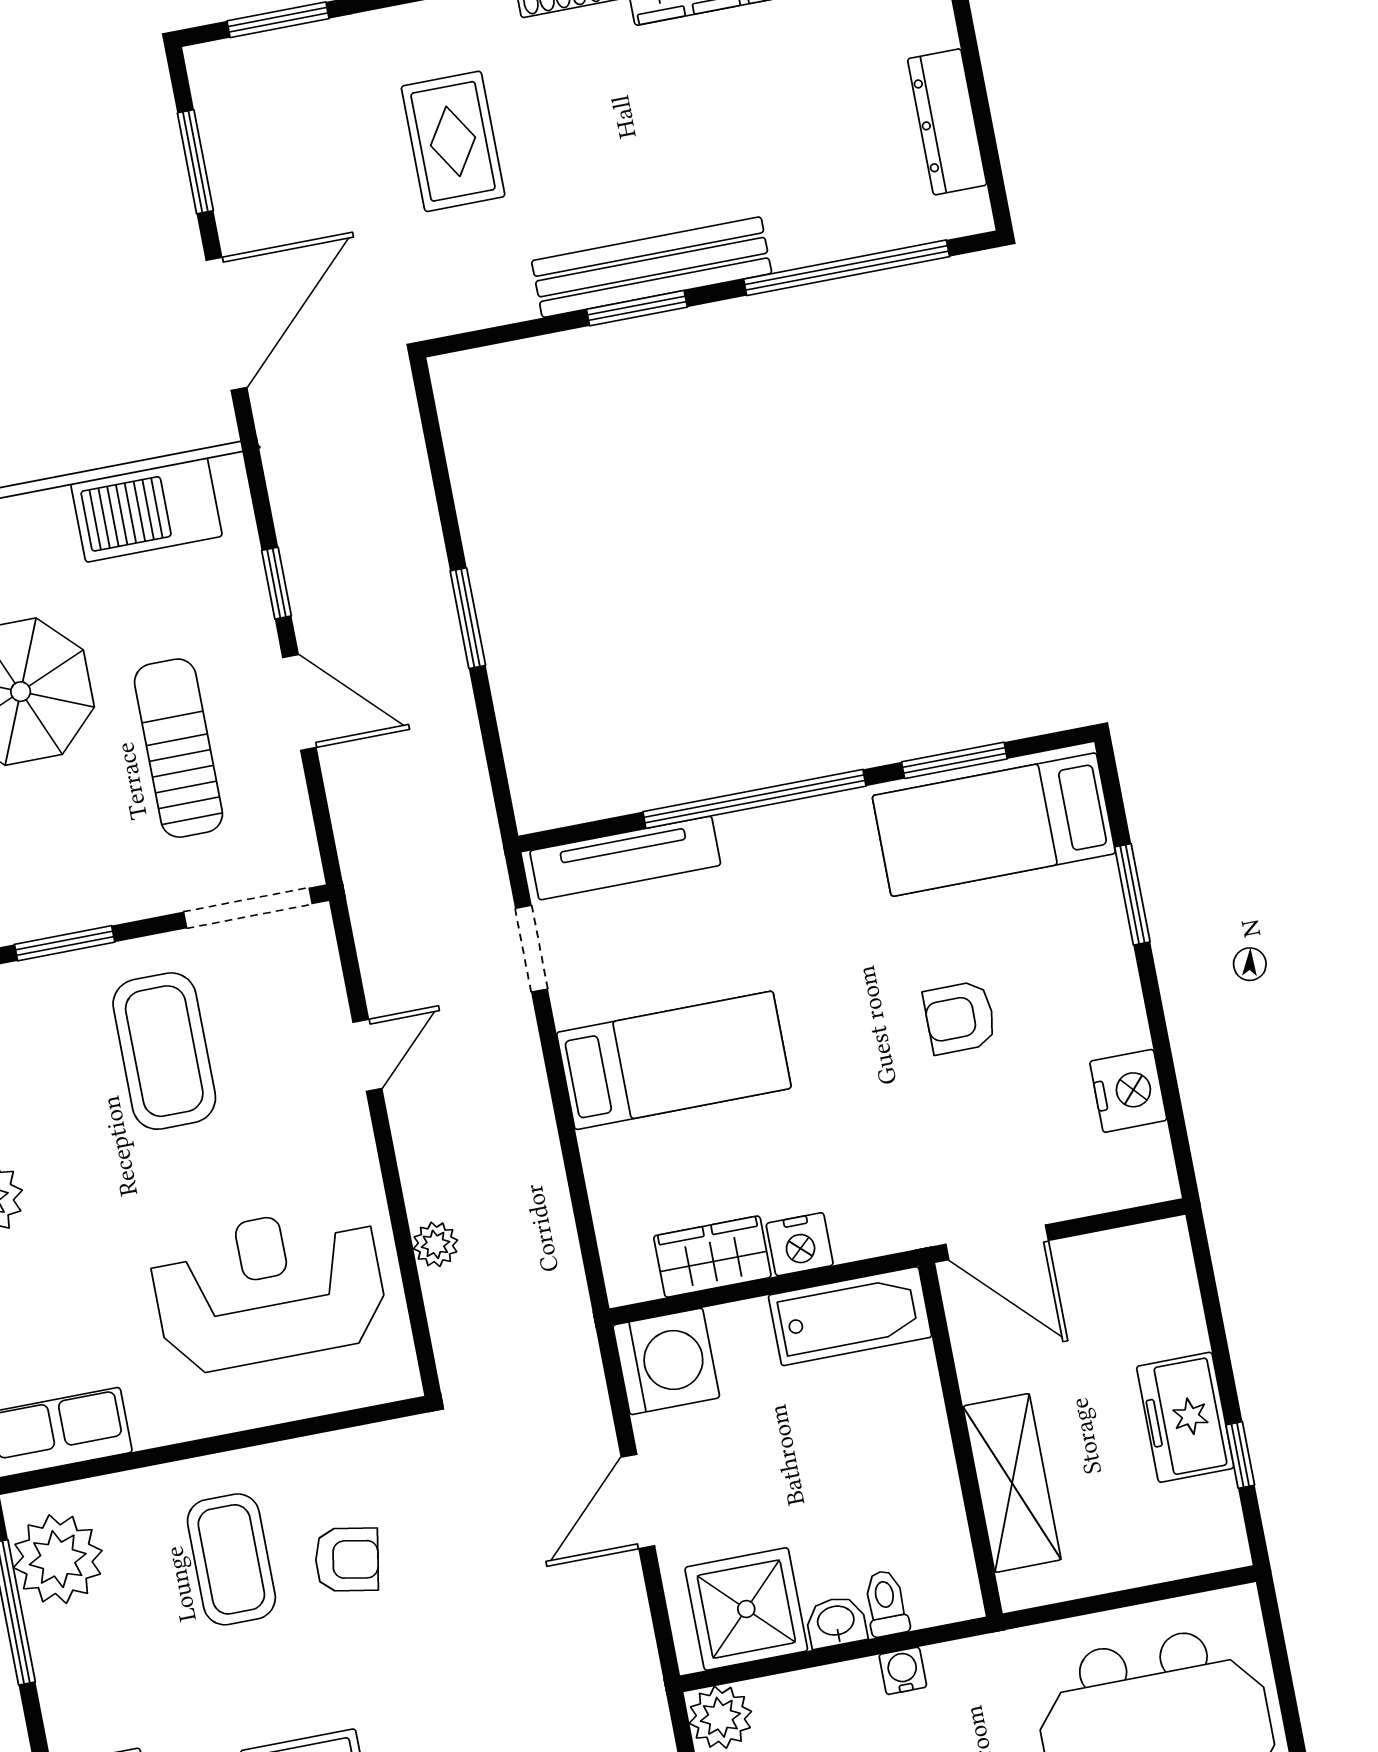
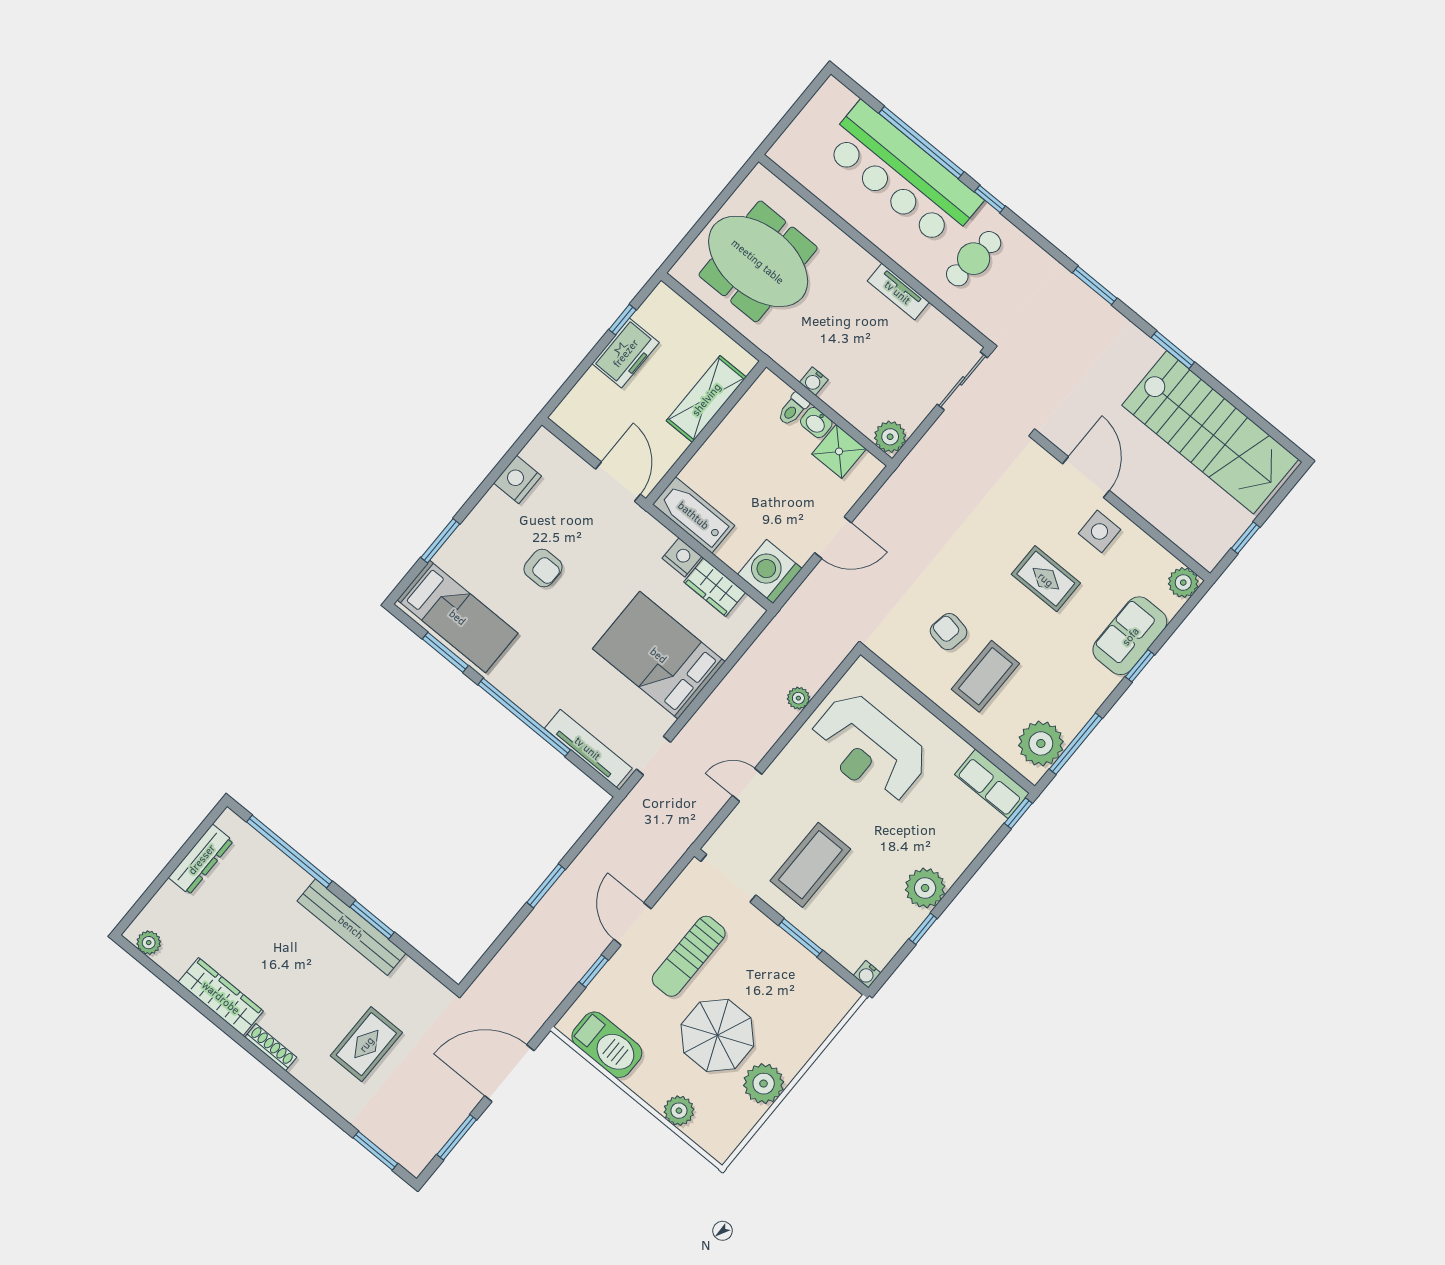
bed: (674, 1060) -> (659, 655), width x1.50
shower: (746, 1609) -> (839, 451), width x0.73, depth x0.73

